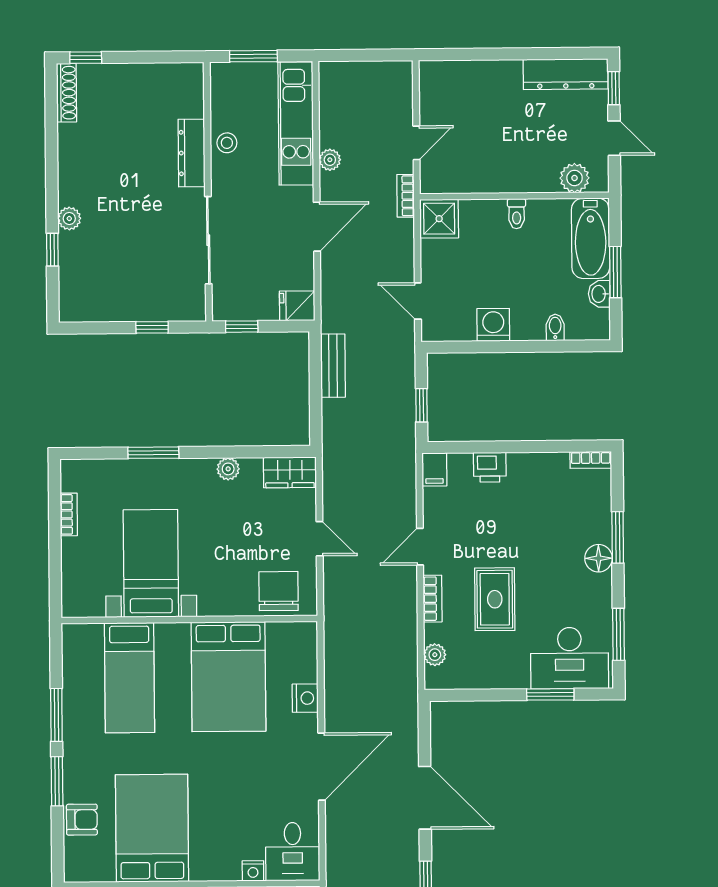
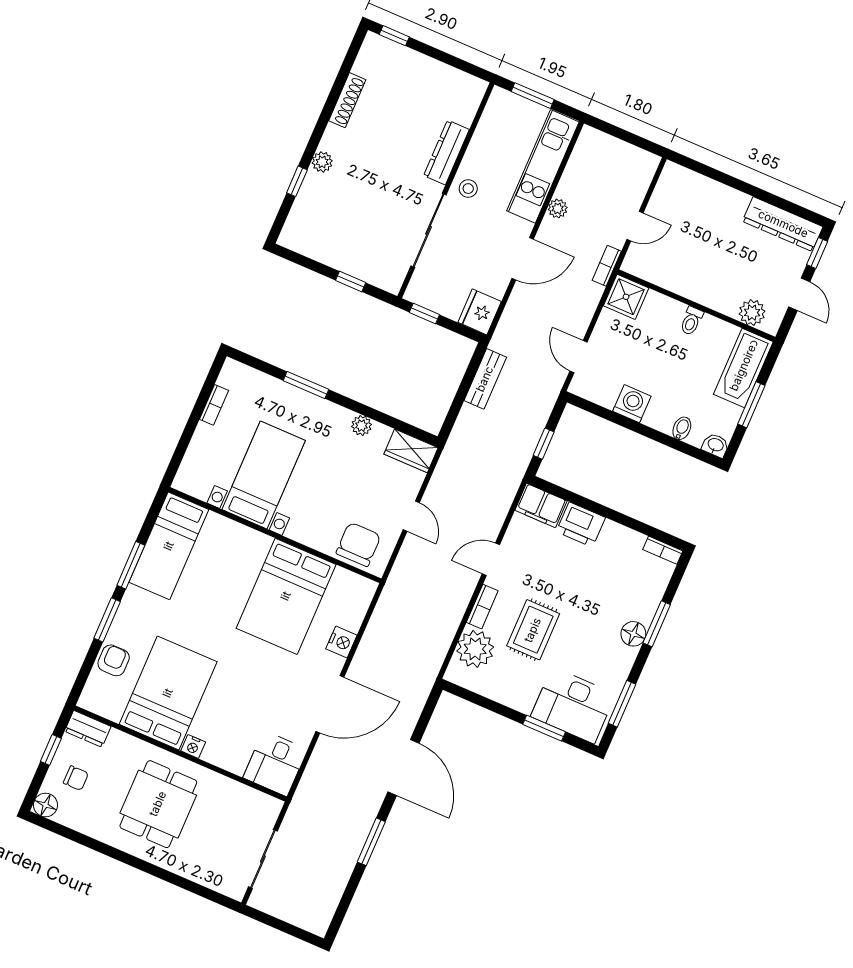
shoe rack: (67, 93) -> (347, 100), moved
stool: (227, 143) -> (468, 189), moved
washbasin: (599, 294) -> (715, 445), moved, turned 90
fridge: (297, 306) -> (480, 312), width x1.38
printer: (490, 467) -> (581, 525), width x1.36, depth x1.24
filing cabinet: (434, 469) -> (541, 506), width x2.00
plant: (435, 655) -> (475, 649), width x1.87, depth x1.87
bed: (129, 678) -> (169, 546), moved
armchair: (82, 820) -> (114, 660), turned -90
nightstand: (253, 871) -> (193, 746), moved

